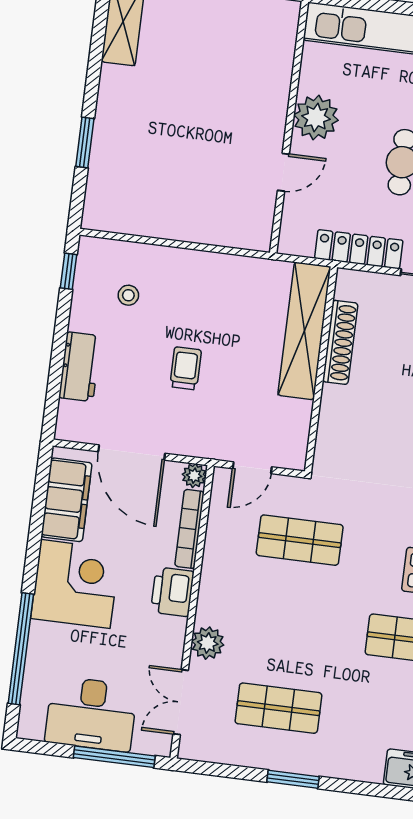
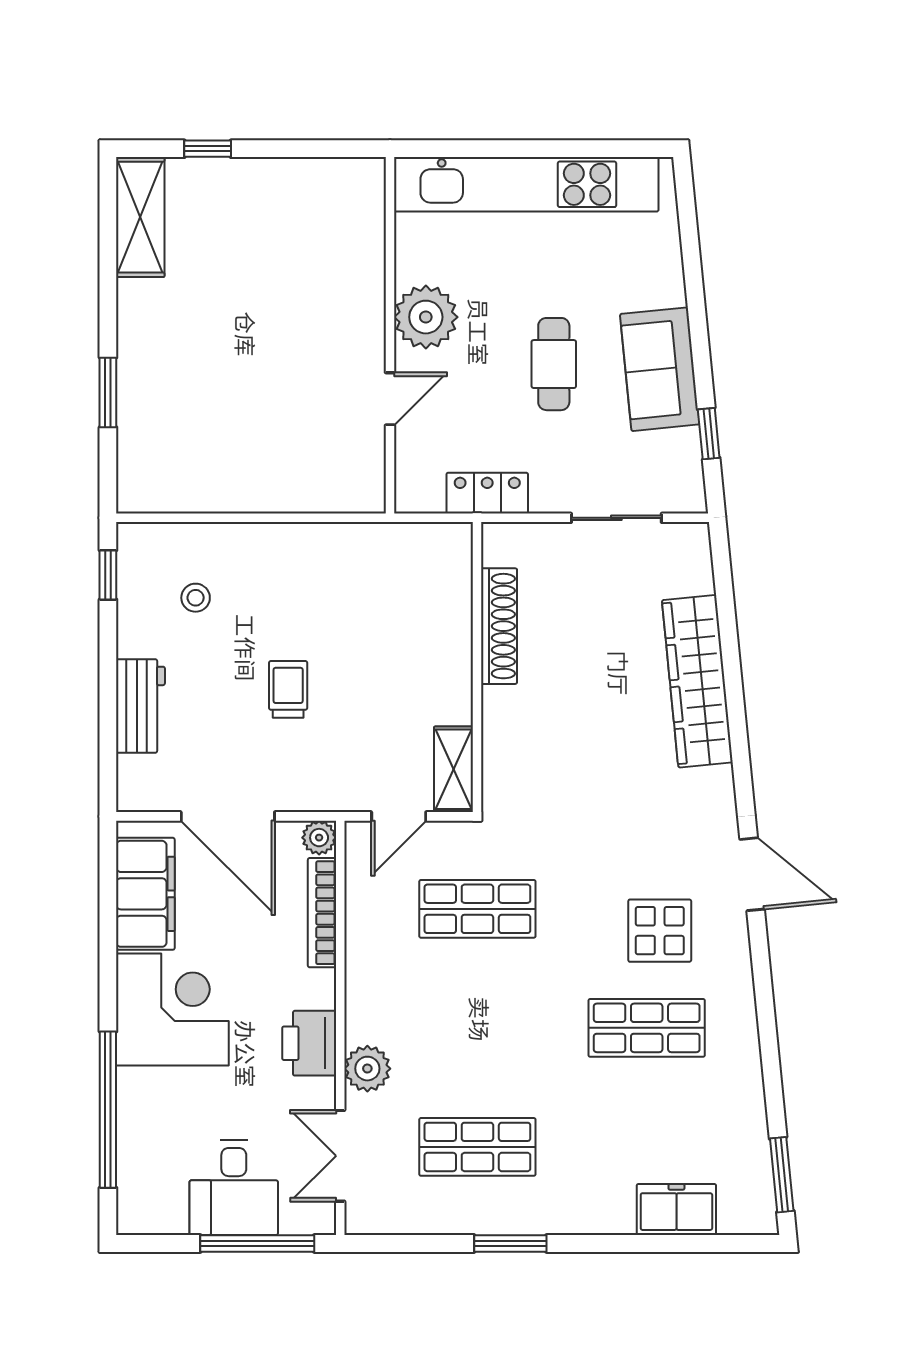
locker: (359, 249) -> (487, 493), width x0.66
shelving: (304, 331) -> (454, 769), moved, width x0.45, depth x0.75
printer: (172, 592) -> (309, 1043), moved
desk: (91, 714) -> (234, 1188), width x0.73

